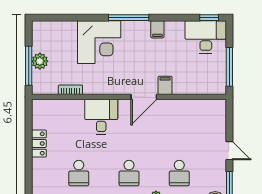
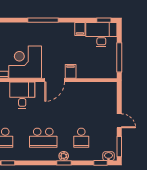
filing cabinet: (157, 29) -> (80, 29), moved
corner desk: (99, 42) -> (25, 62), moved, turned 180
school desk: (129, 173) -> (43, 138), width x1.85

